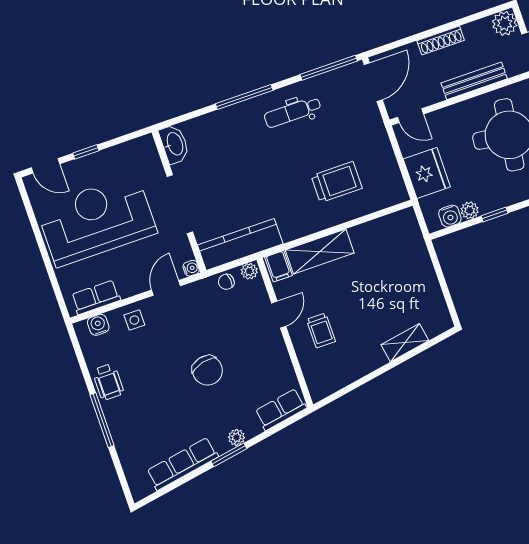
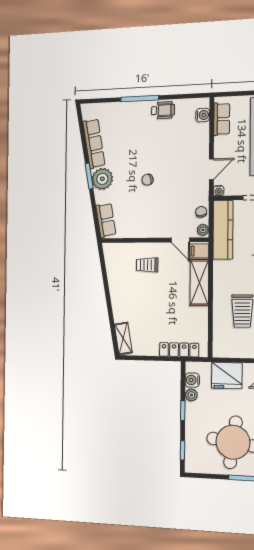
locker: (417, 248) -> (179, 350), added
door: (166, 288) -> (211, 169), hinge flipped
door: (279, 315) -> (180, 240), moved
side table: (134, 320) -> (197, 141), removed
shelving: (405, 343) -> (123, 338), moved
chair: (207, 370) -> (147, 180), width x0.54, depth x0.54
wheelchair: (108, 382) -> (163, 110), turned 180
plant: (237, 437) -> (102, 179), width x1.87, depth x1.87

